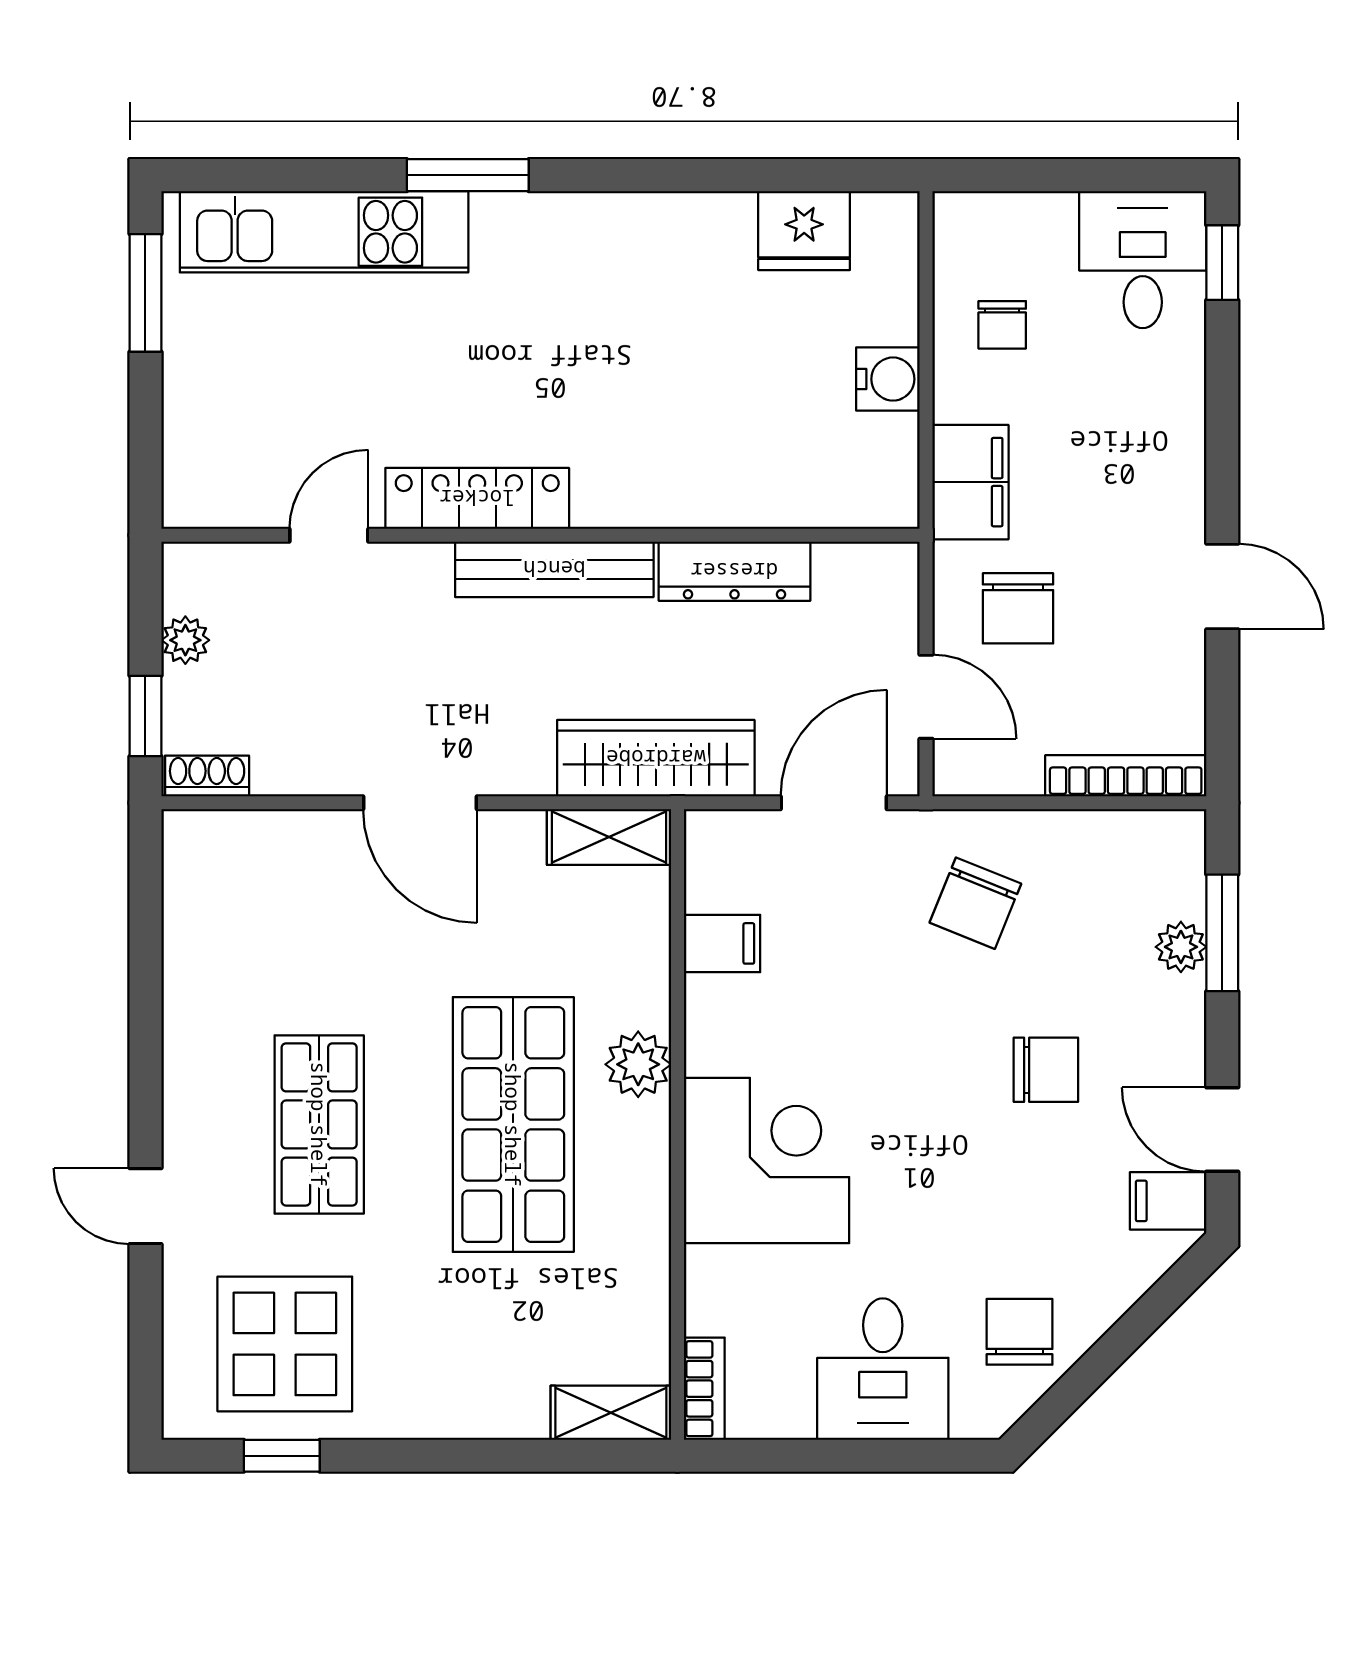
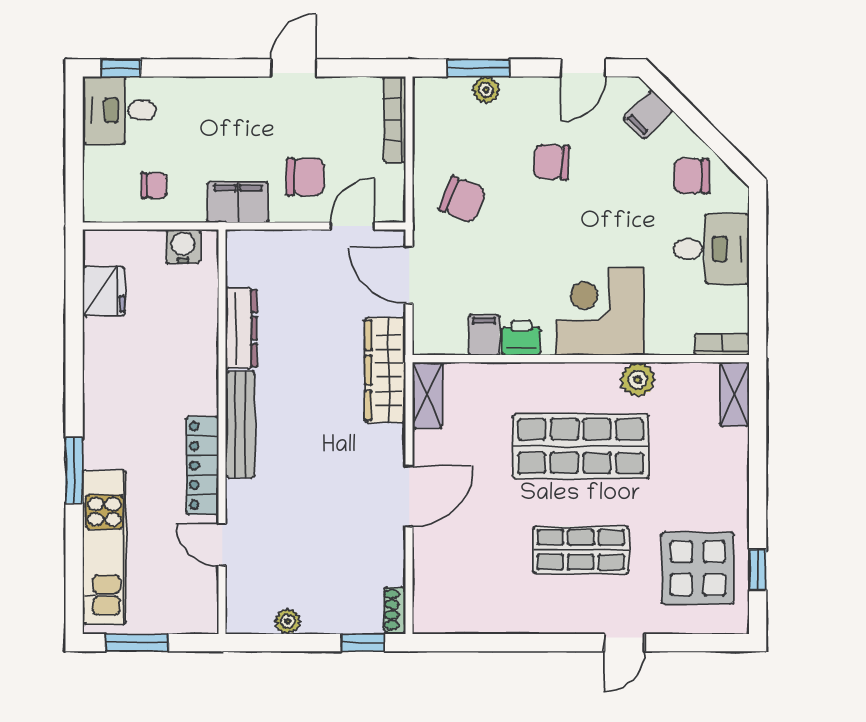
locker: (477, 498) -> (202, 465), moved
door: (329, 535) -> (222, 545), moved
wall: (540, 535) -> (222, 432), moved
bench: (554, 569) -> (240, 424), moved
dresser: (734, 571) -> (241, 328), moved
plant: (185, 640) -> (288, 621), moved
printer: (716, 1013) -> (521, 338), added
plant: (638, 1064) -> (638, 380), moved
chair: (1046, 1070) -> (552, 162), turned -86
filing cabinet: (1168, 1201) -> (648, 114), moved, turned 45

